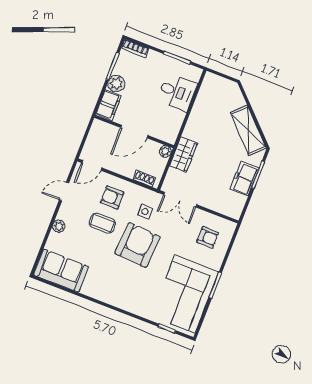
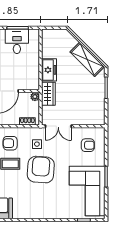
desk: (177, 92) -> (17, 41), moved, turned -90
freezer: (245, 179) -> (49, 70), moved, turned 180

